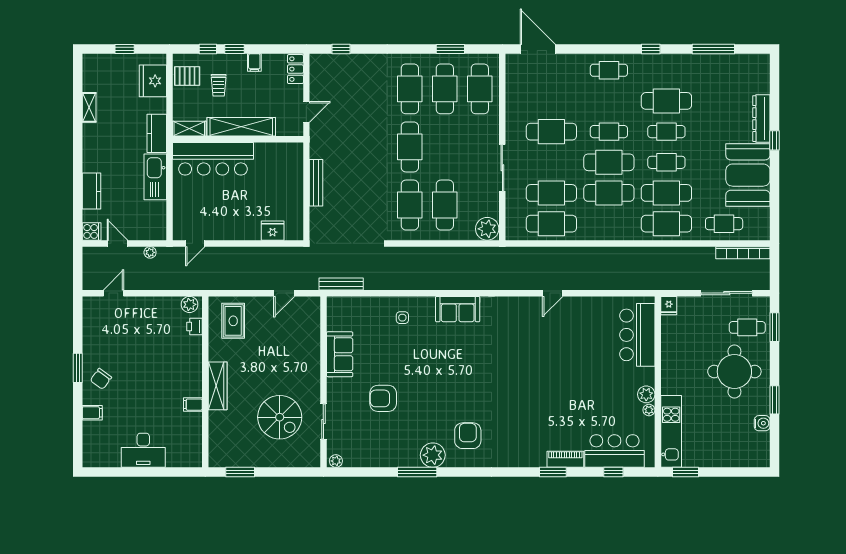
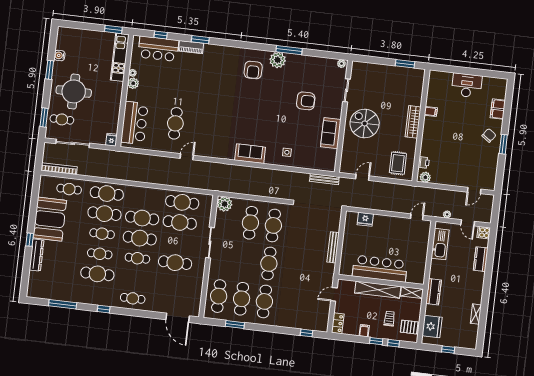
bar counter: (213, 159) -> (380, 269), moved
kitchen sink: (155, 177) -> (440, 244), moved
cafe table: (576, 342) -> (175, 123), added
filing cabinet: (92, 413) -> (498, 109), width x2.00
spiral stairs: (280, 417) -> (365, 123), moved

